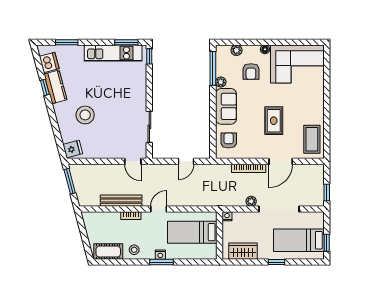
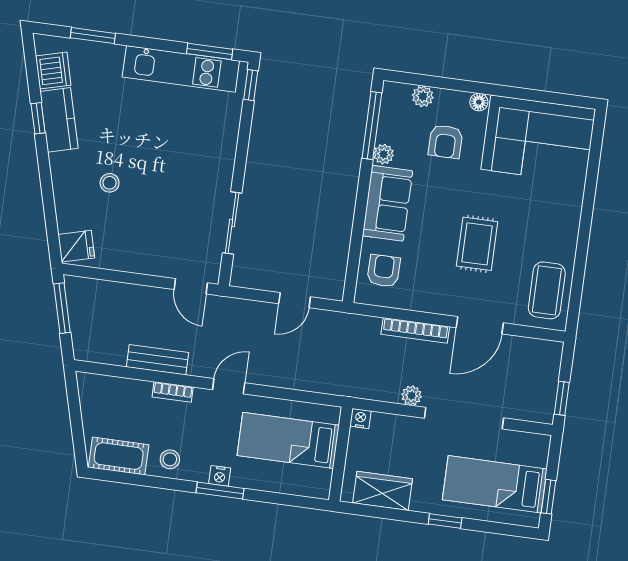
stool: (85, 115) -> (110, 183), width x0.53, depth x0.53
bench: (121, 201) -> (158, 360), width x0.73

